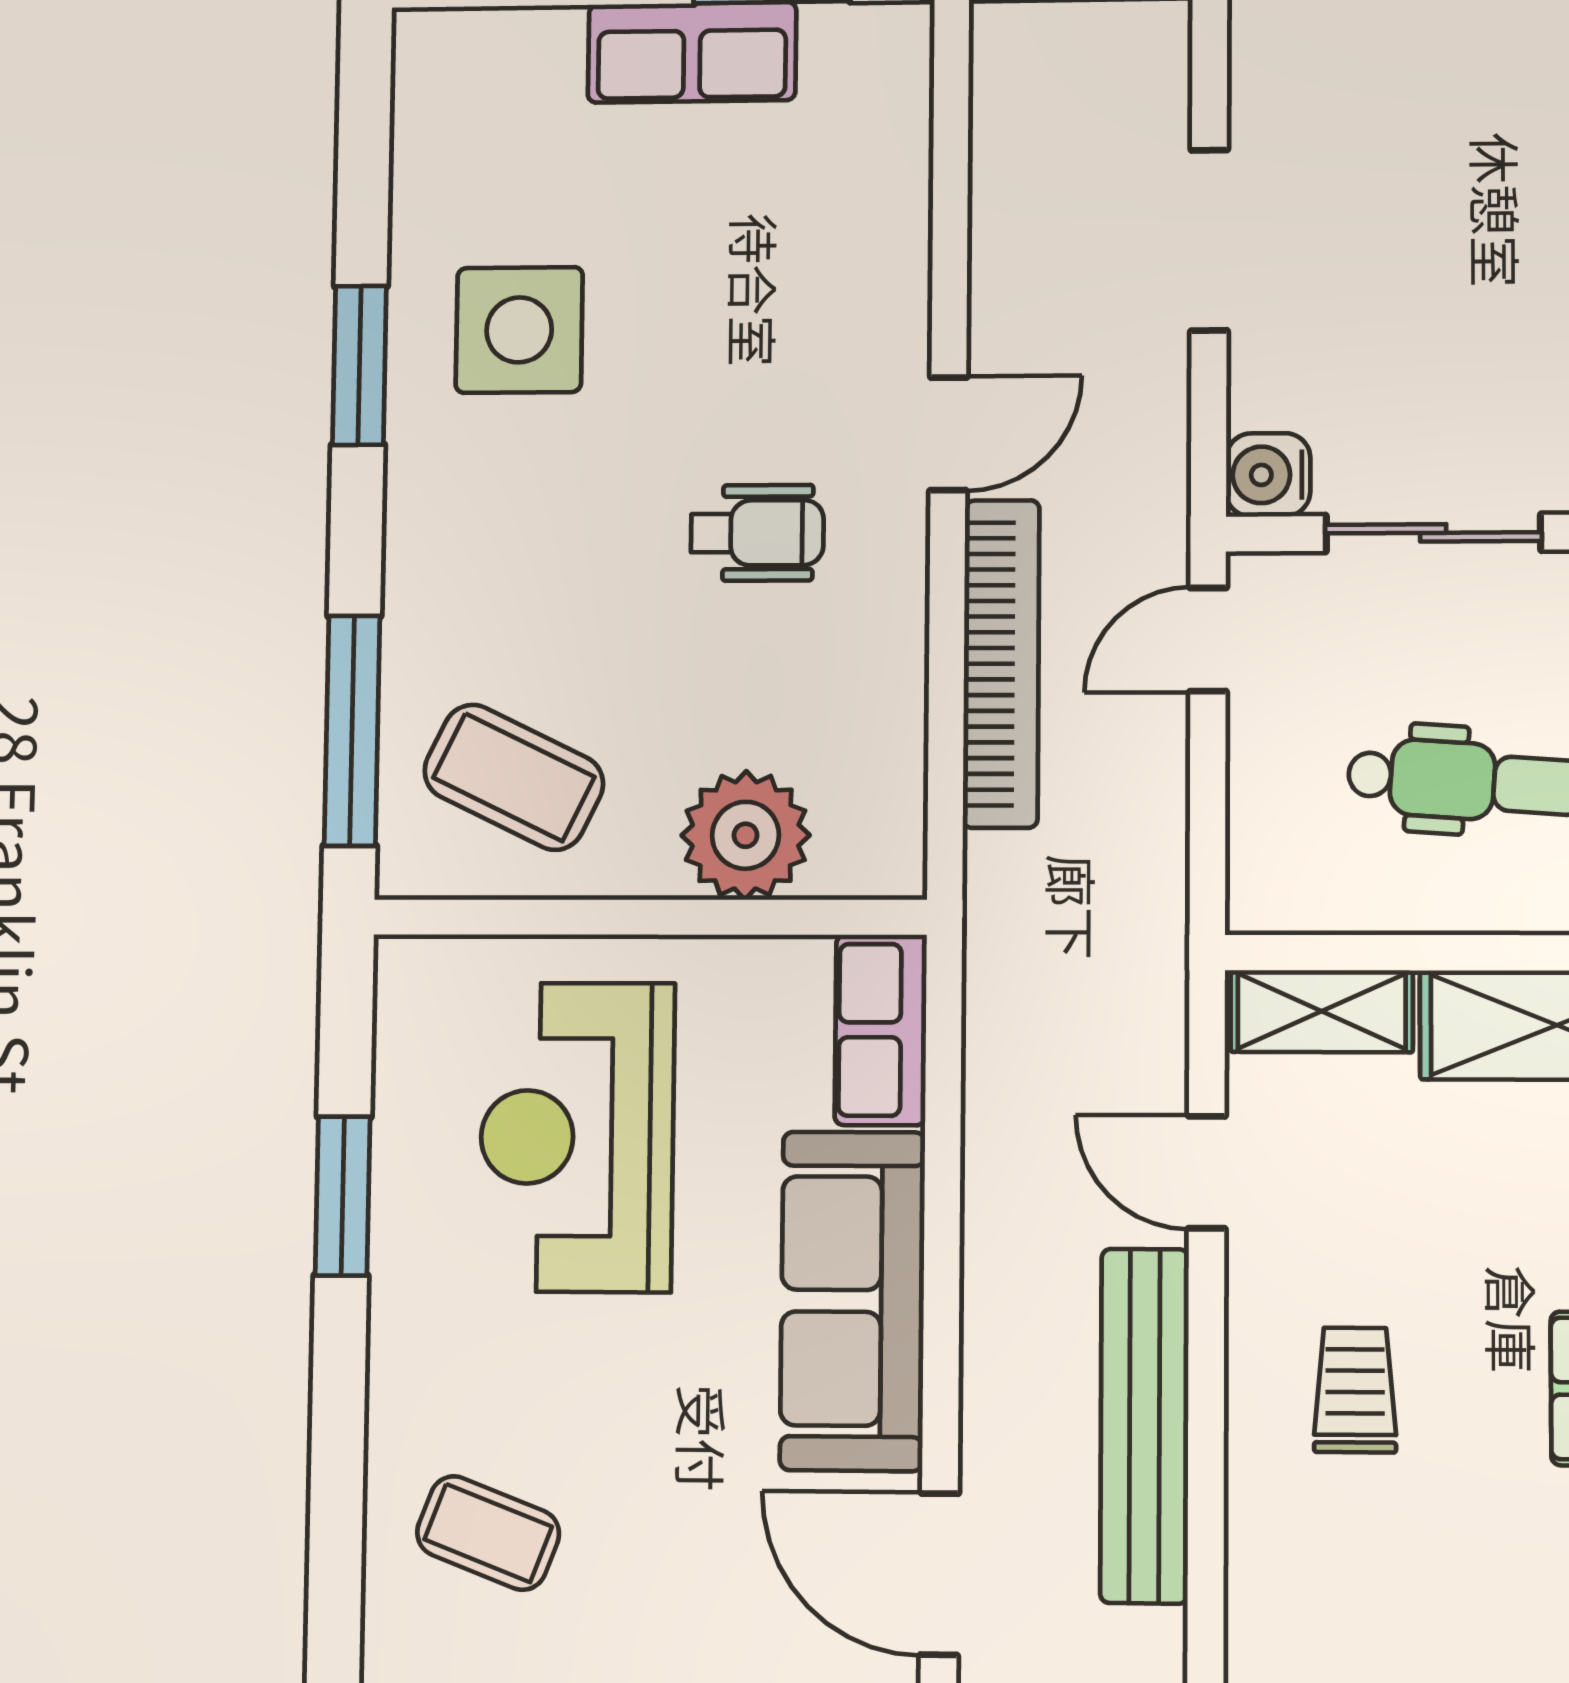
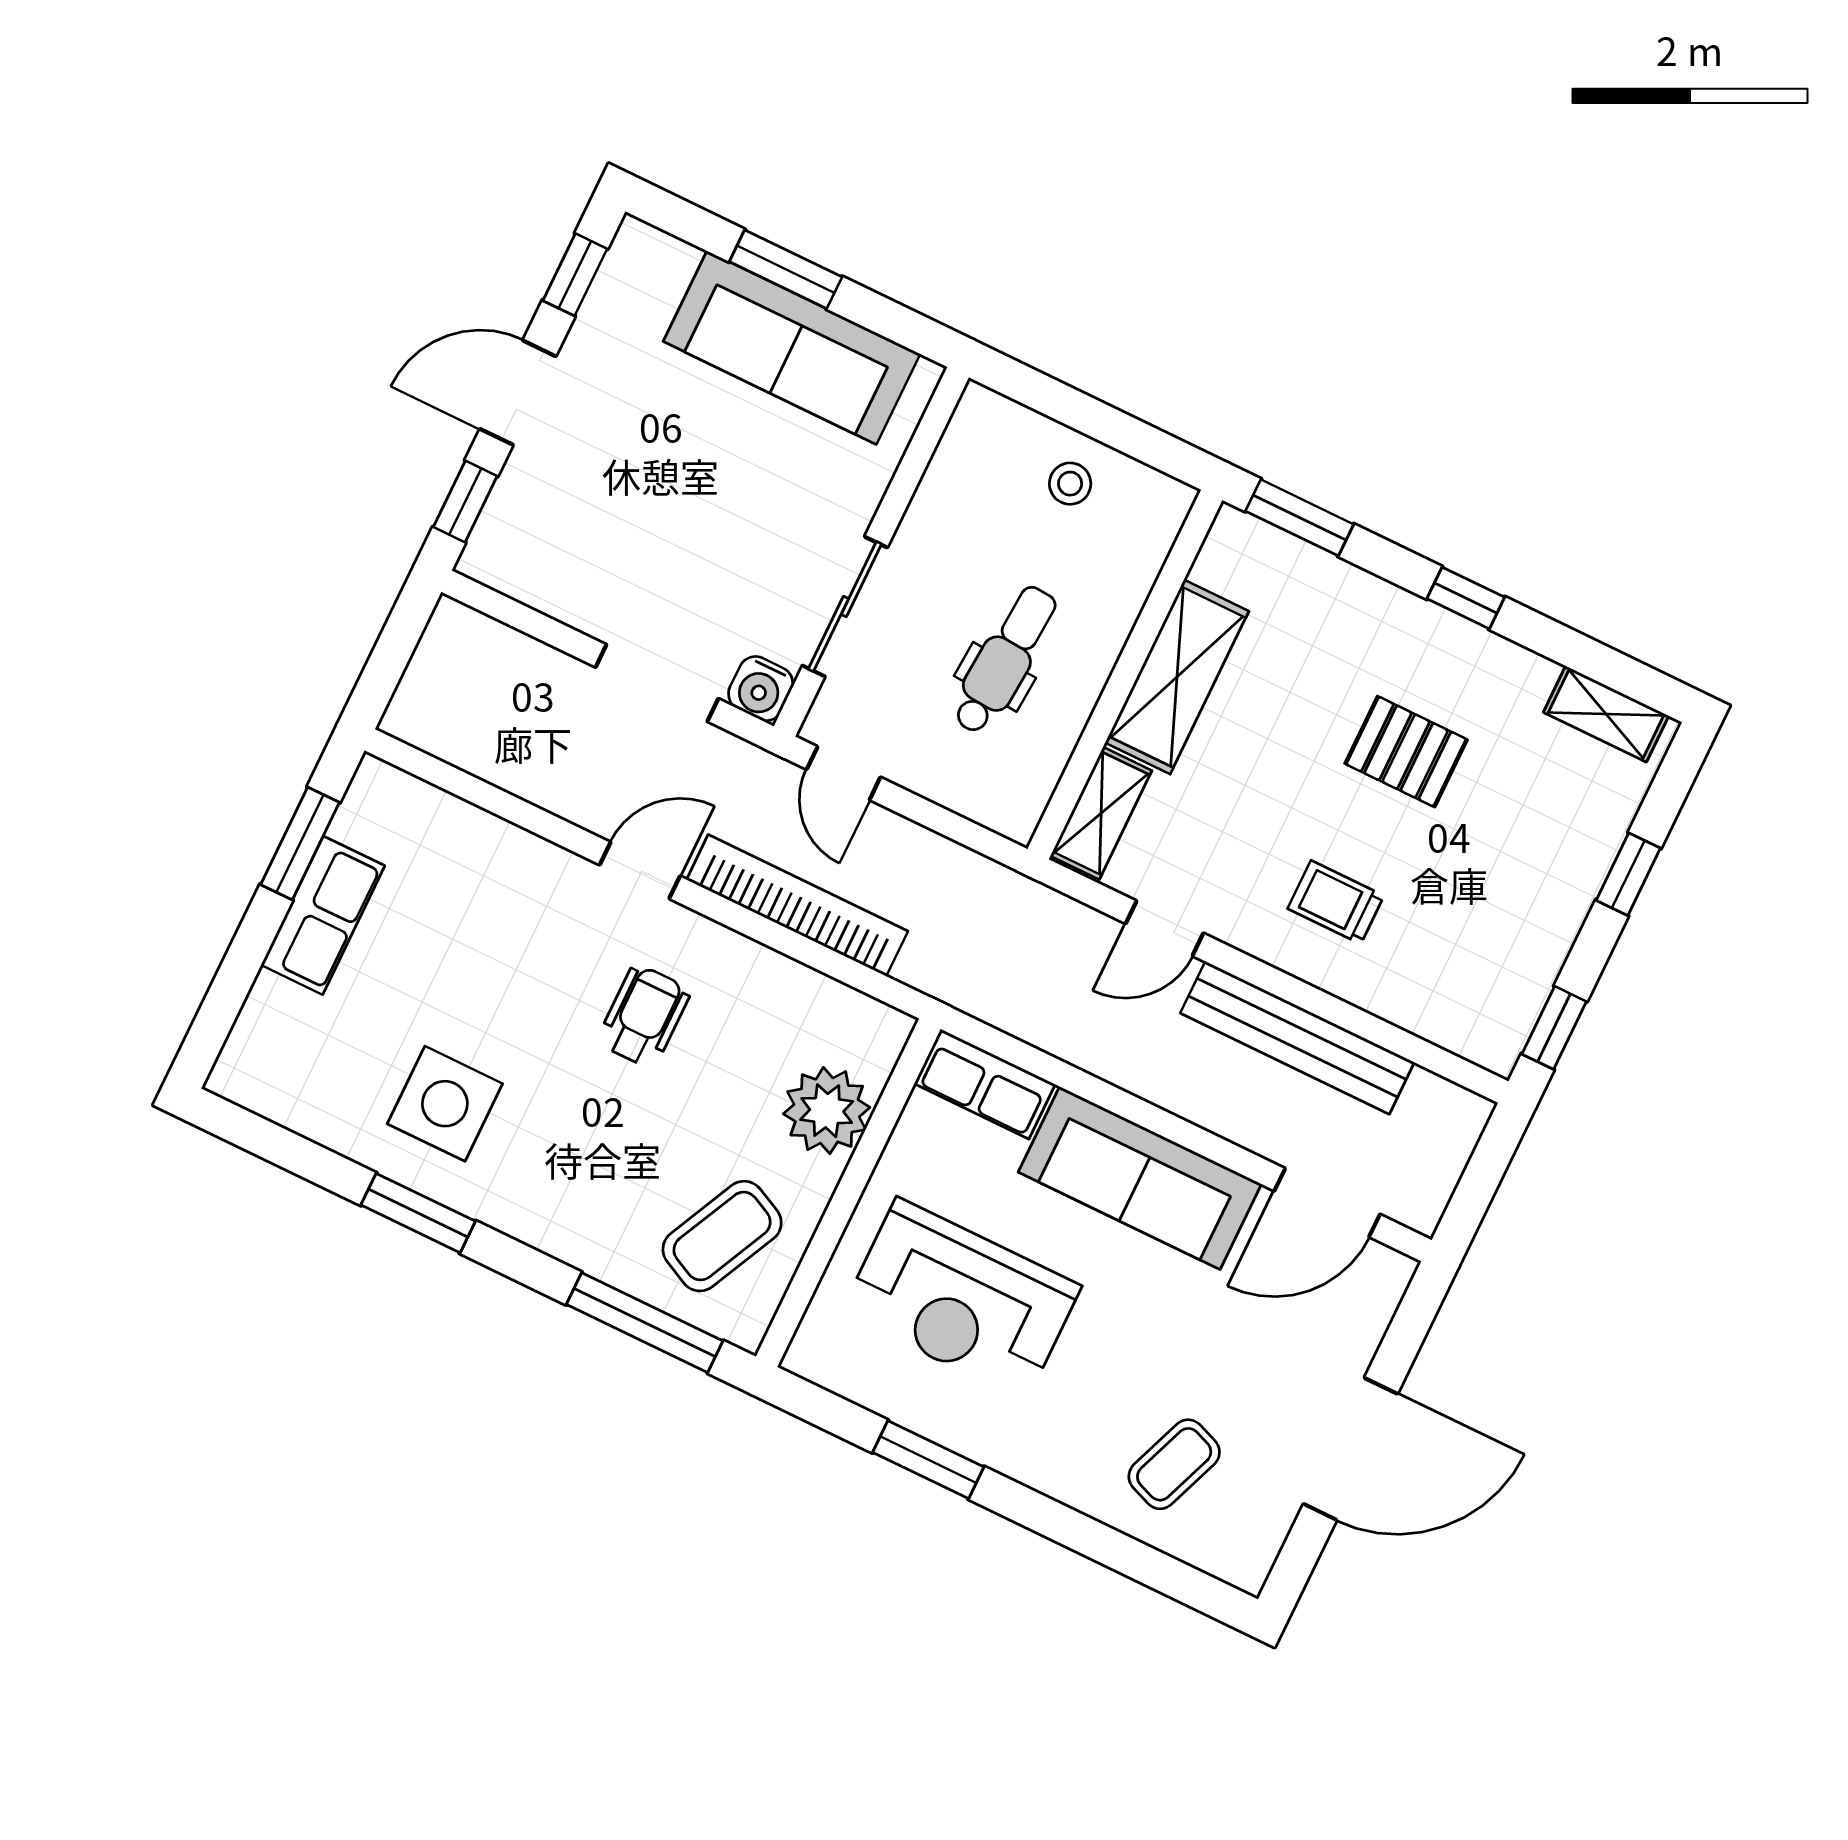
doorway: (1209, 240) -> (657, 683), moved
door: (948, 434) -> (640, 870), hinge flipped

